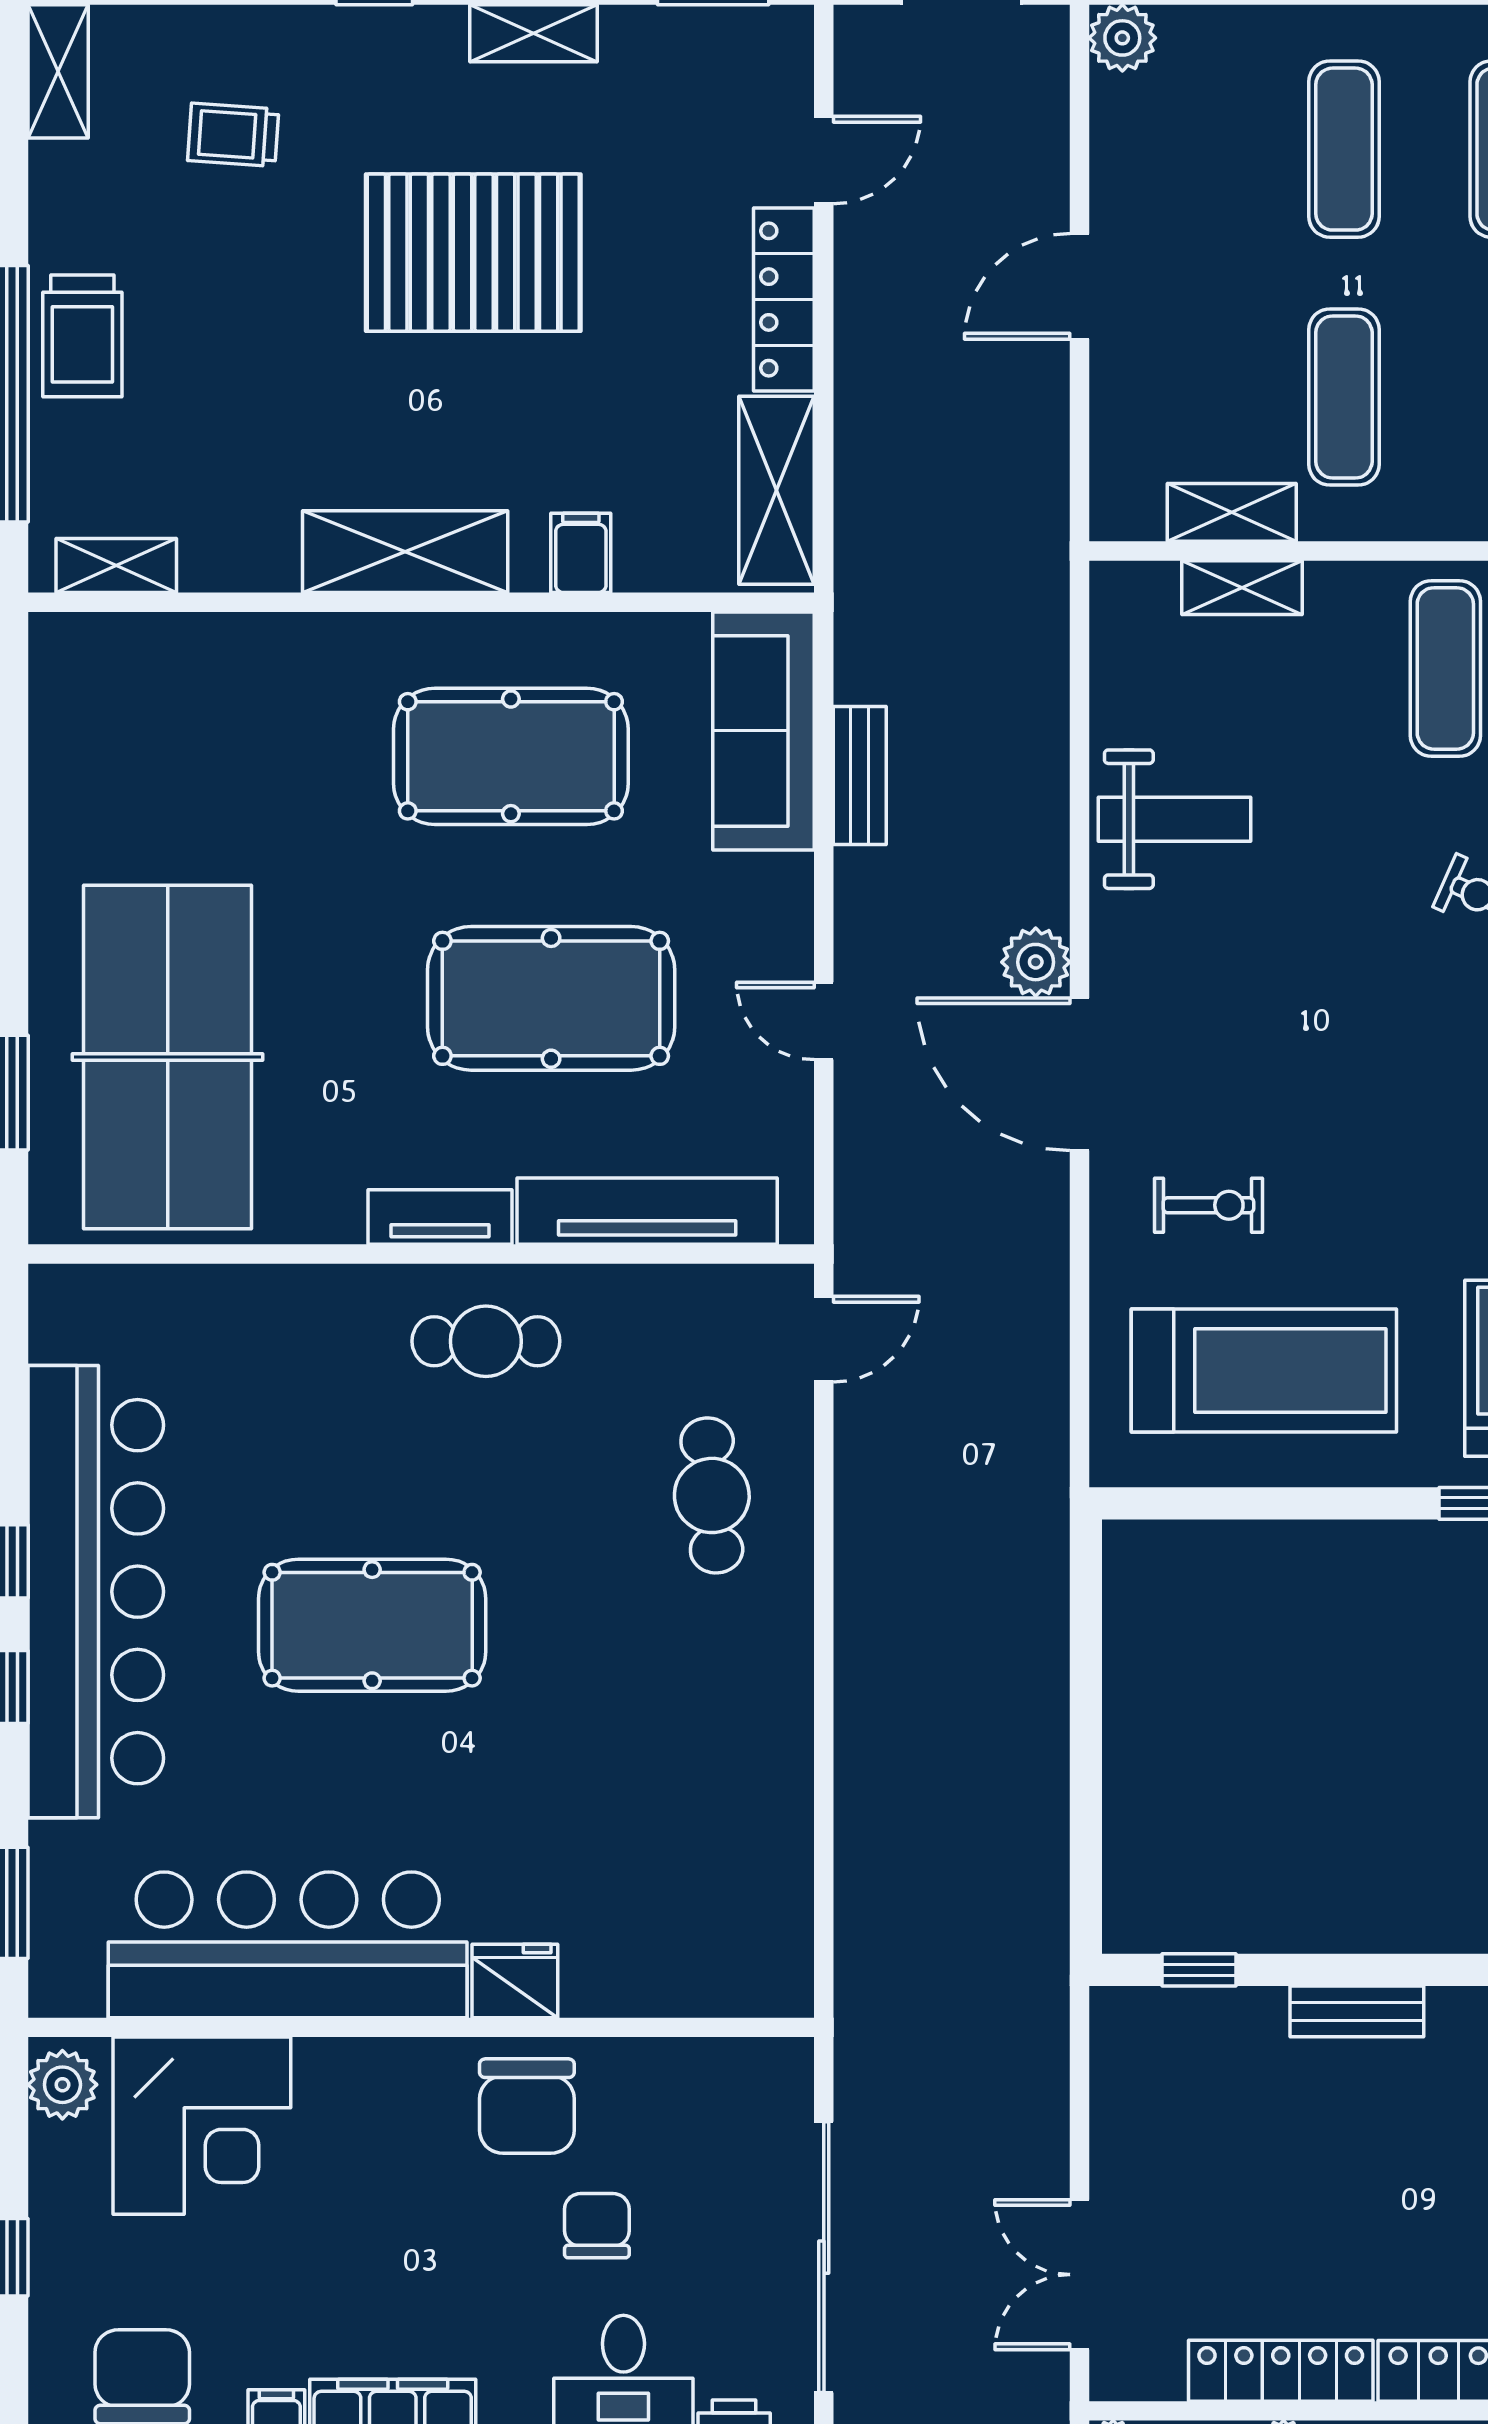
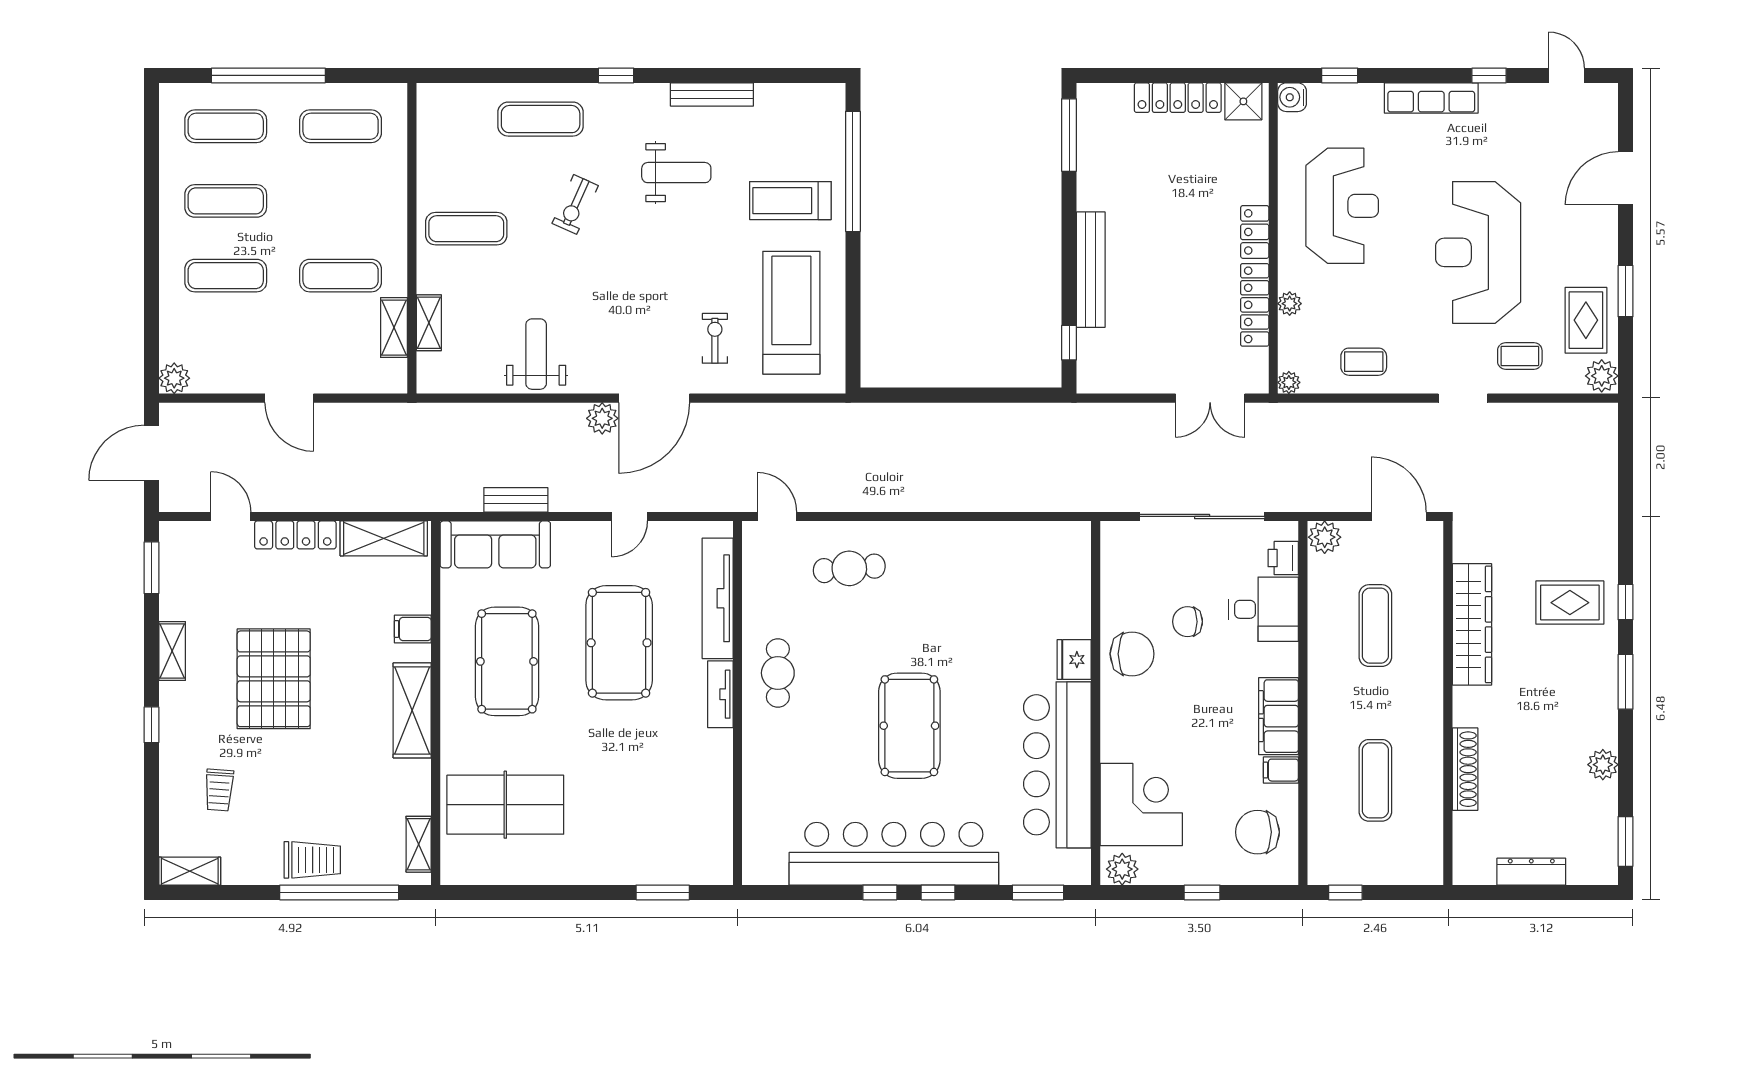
table tennis table: (168, 1057) -> (505, 805), moved, width x0.73, depth x0.76
bench: (1357, 2011) -> (1091, 270), width x1.86, depth x1.21

